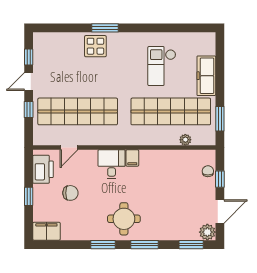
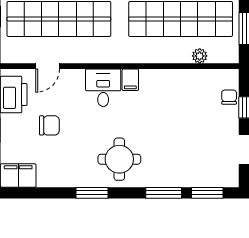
plant: (207, 232) -> (228, 177), removed
window: (145, 245) -> (164, 193), moved

